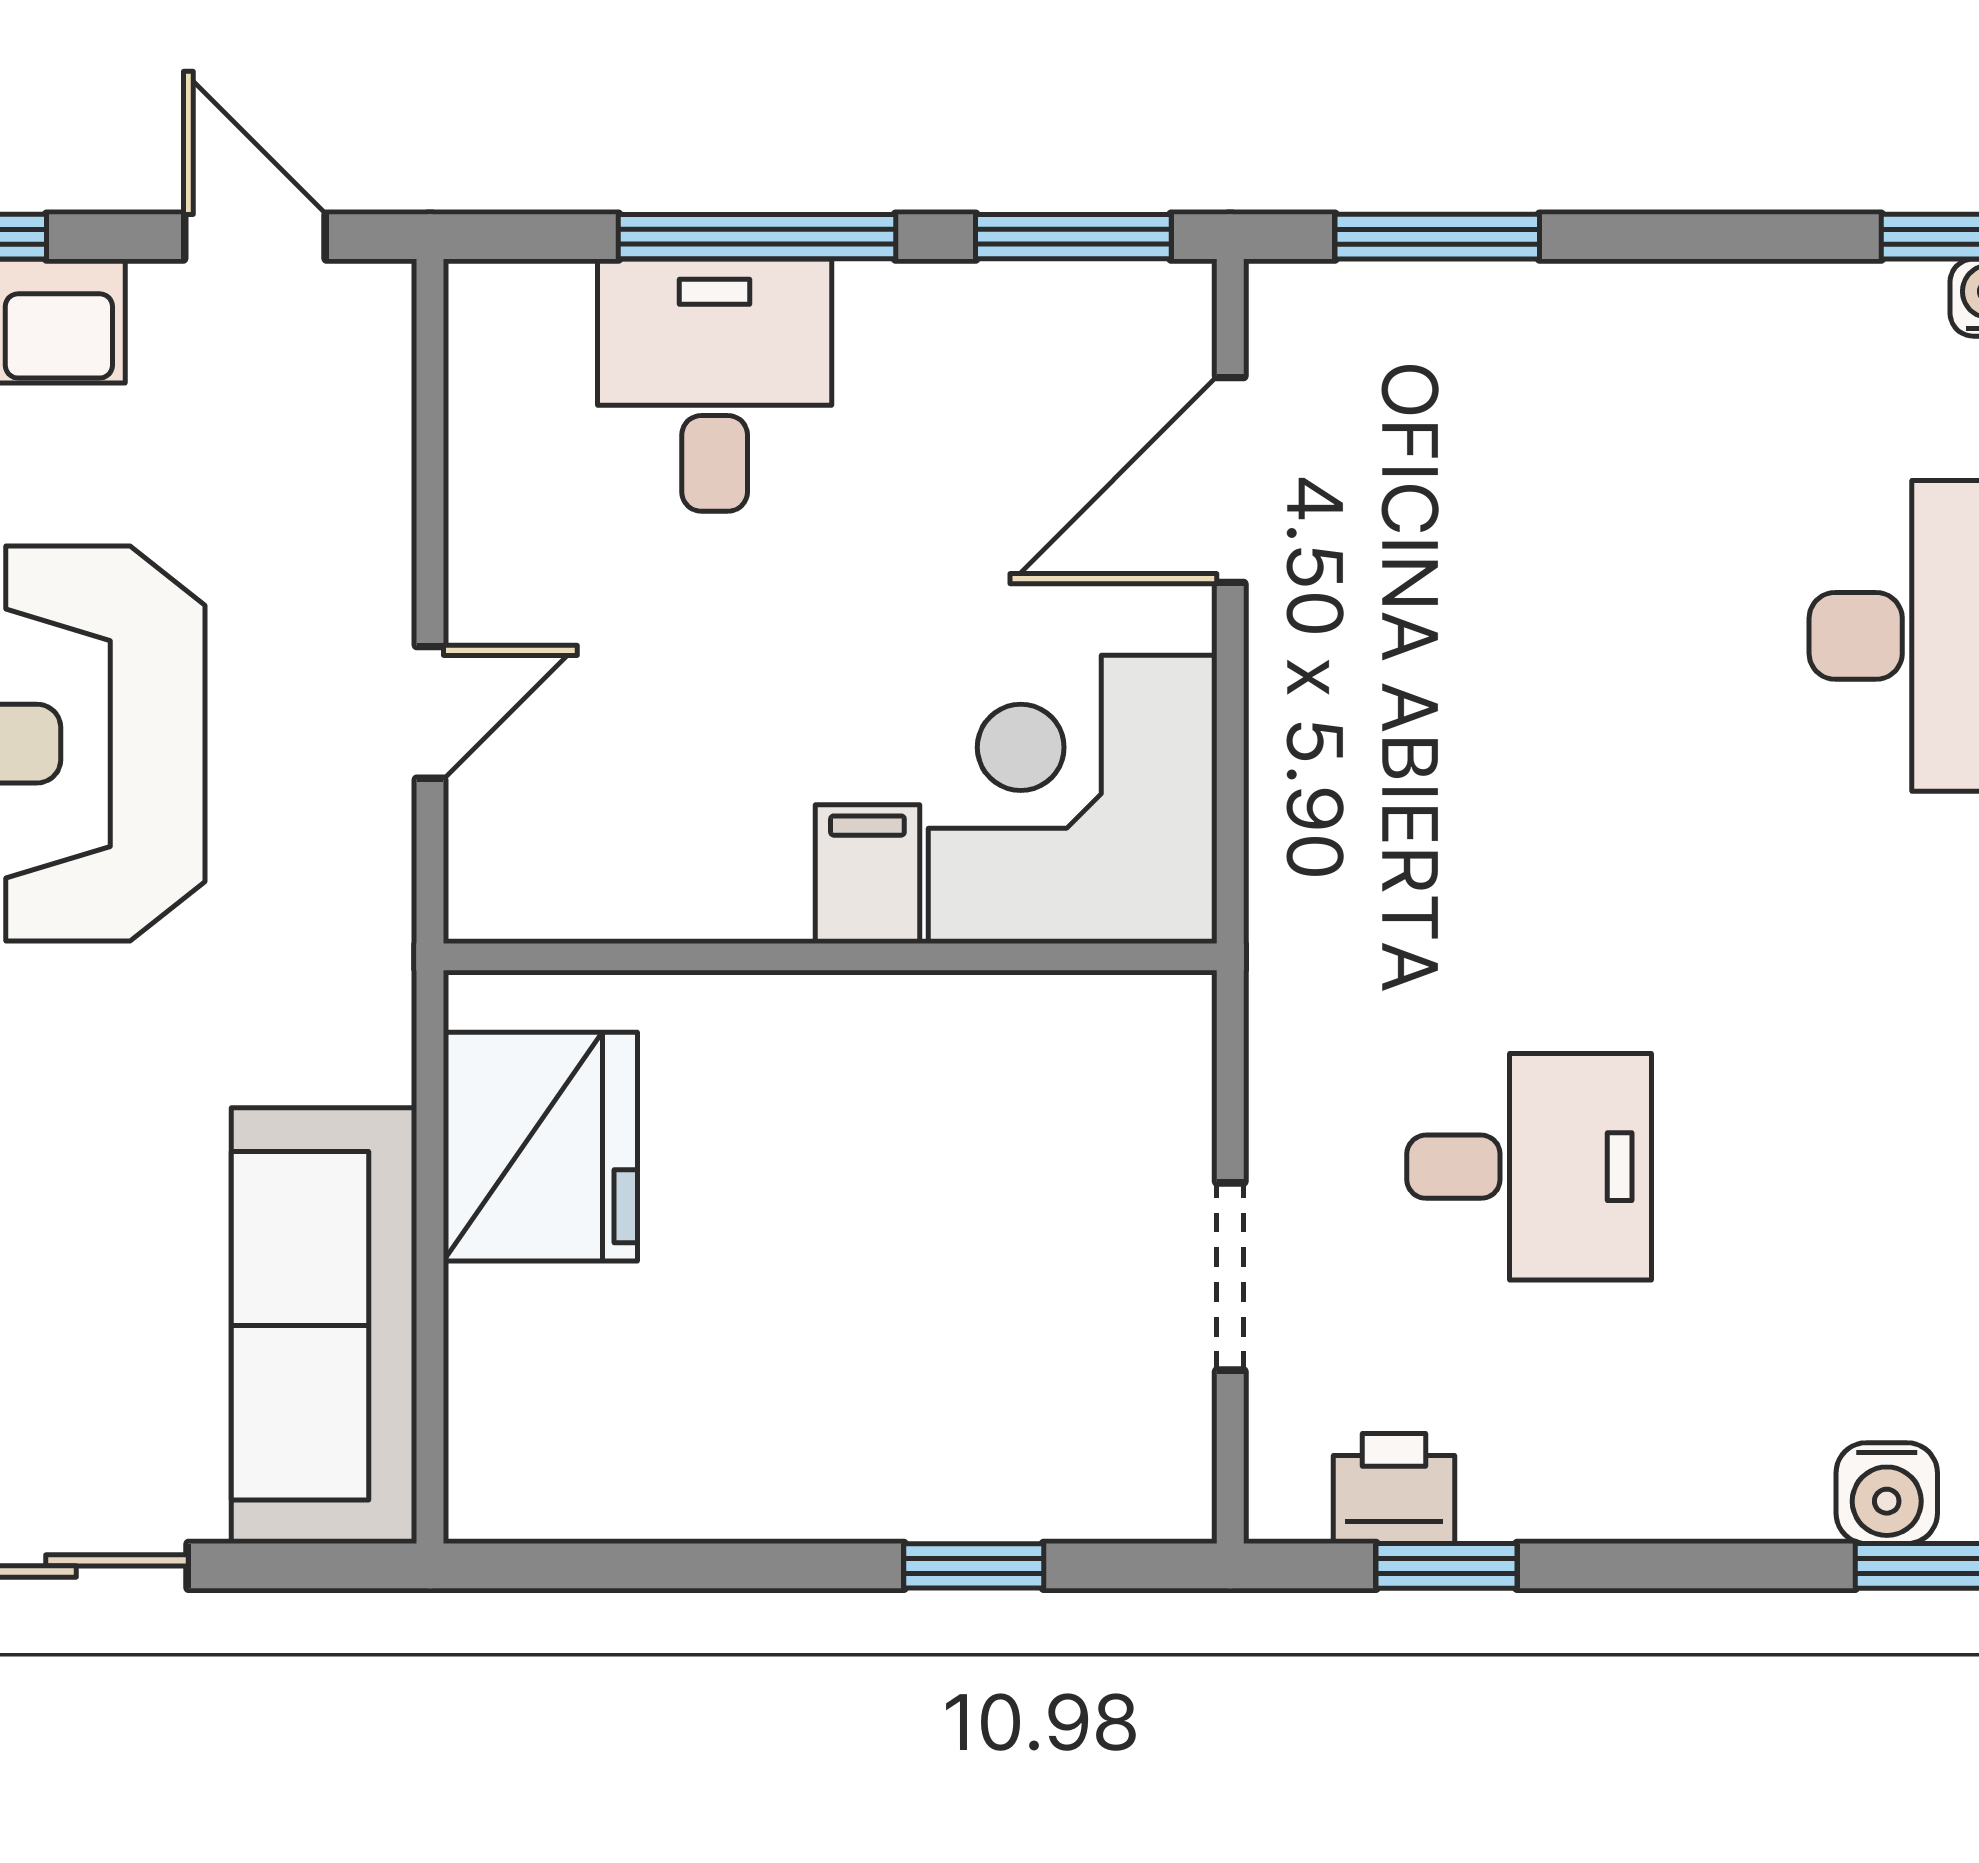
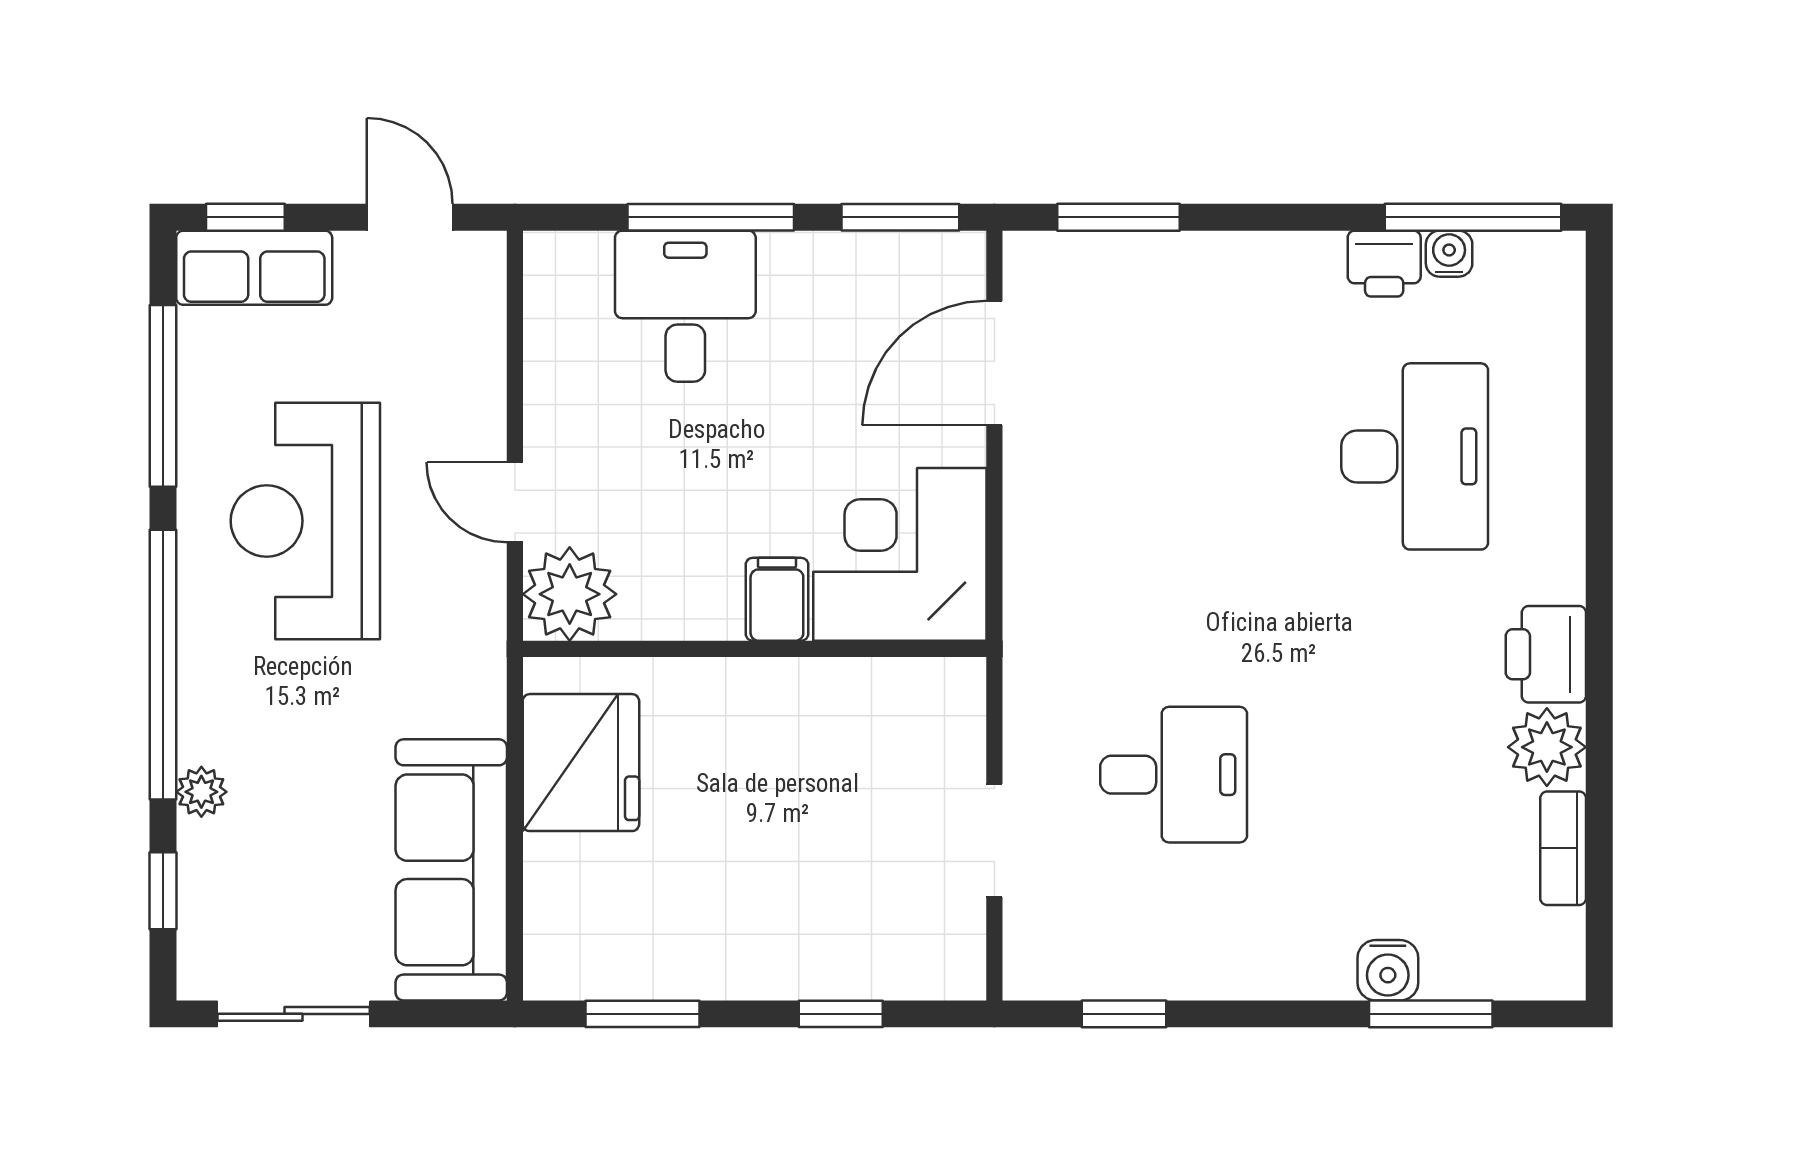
door: (430, 712) -> (515, 502), swing flipped
plant: (522, 865) -> (570, 594), added
printer: (1394, 1488) -> (1384, 264), moved, turned 180
window: (643, 1566) -> (642, 1014), added

